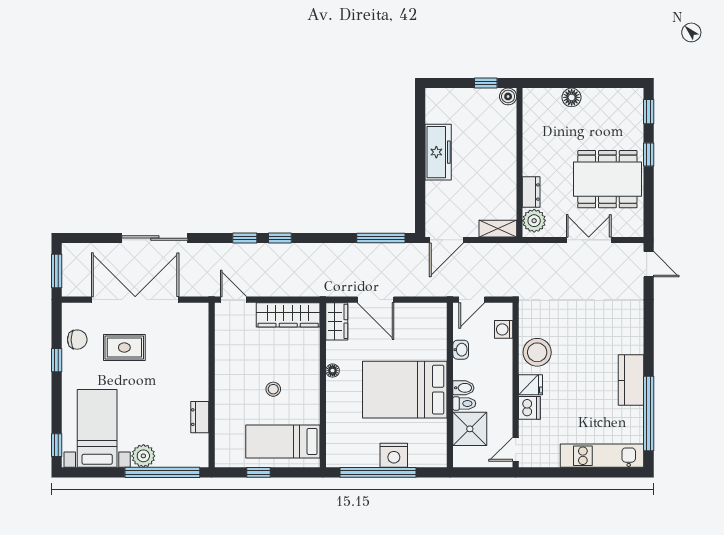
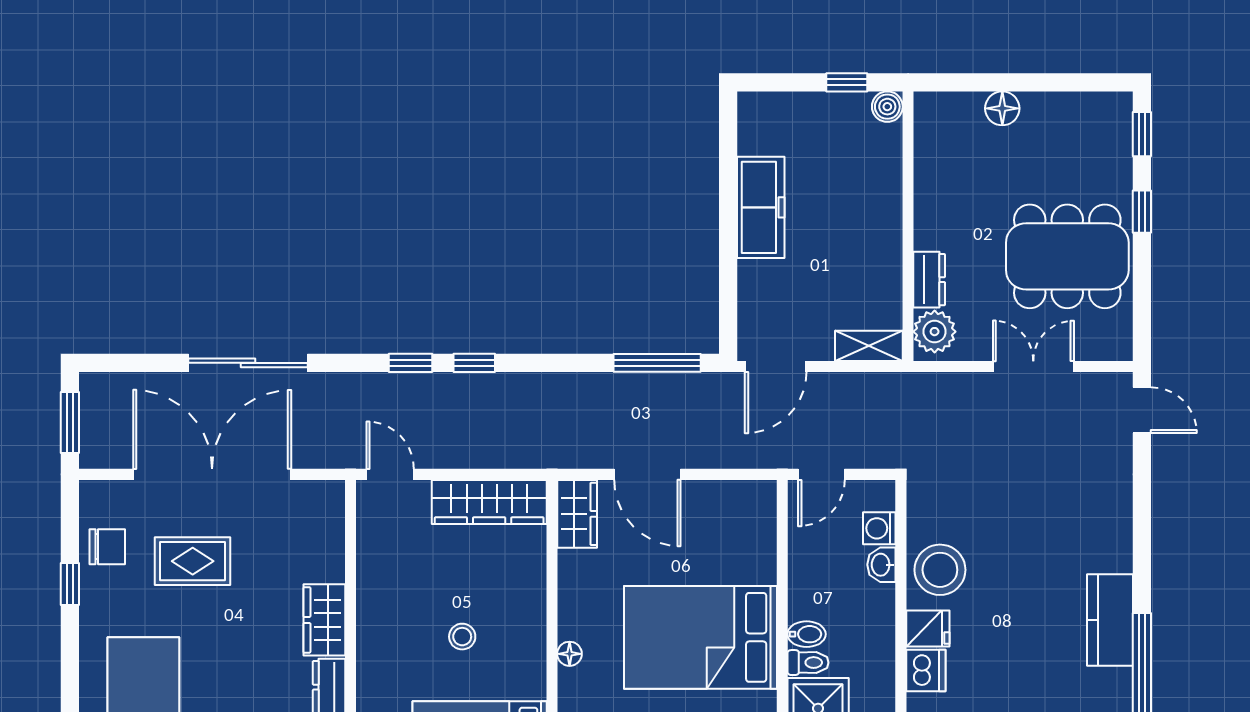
washbasin: (461, 350) -> (881, 565), moved, turned 180
floor lamp: (333, 371) -> (570, 654), moved
wardrobe: (197, 380) -> (324, 620), added

